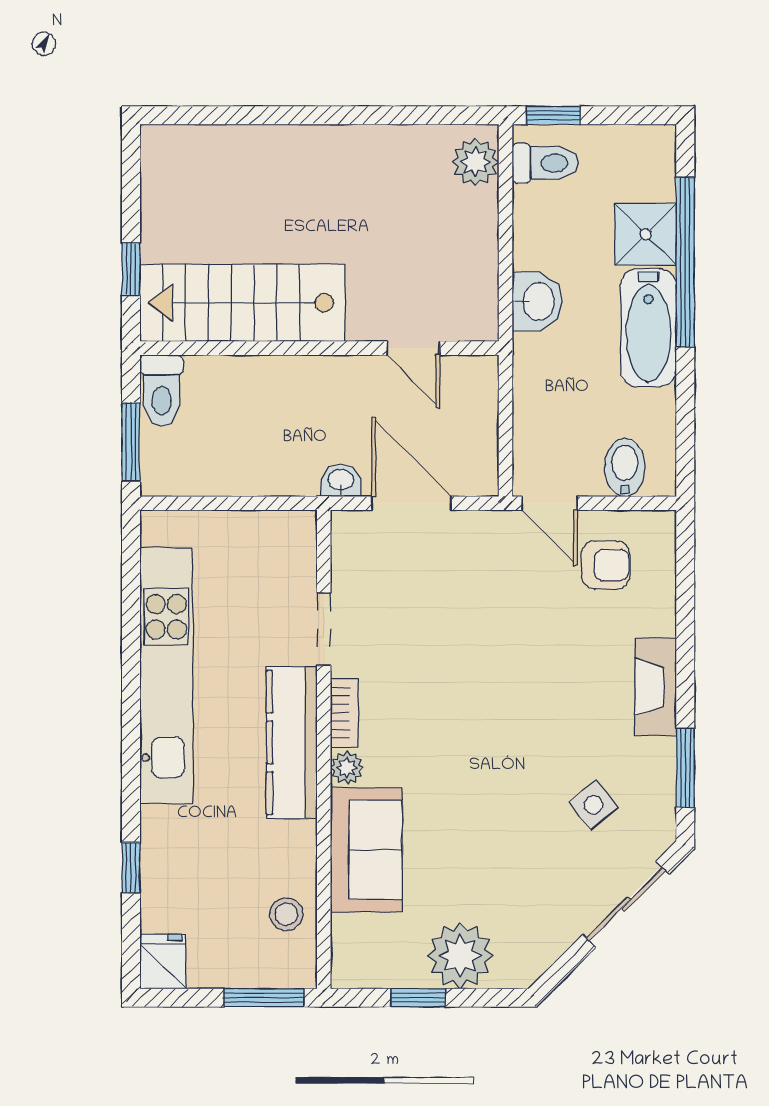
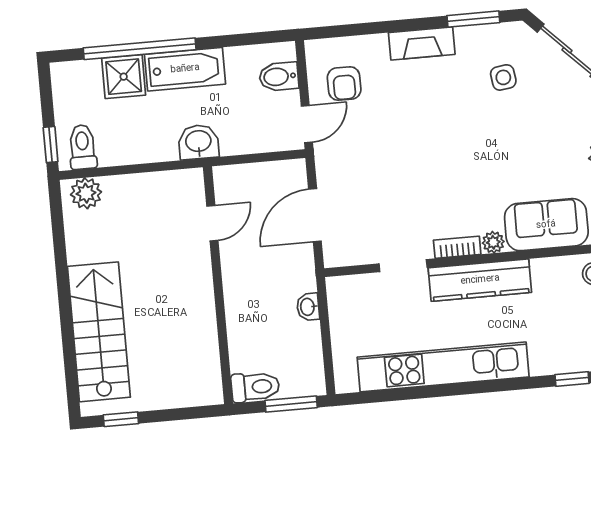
window: (131, 269) -> (121, 419), moved
washbasin: (537, 302) -> (198, 142), moved
stairs: (242, 303) -> (99, 332), moved, turned 180
washbasin: (341, 481) -> (308, 307), moved
armchair: (606, 565) -> (344, 83), turned 180
side table: (593, 805) -> (503, 77), turned 31

